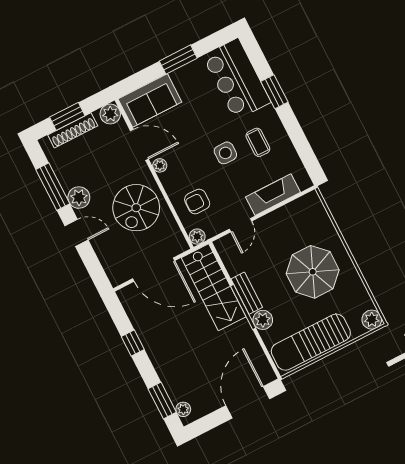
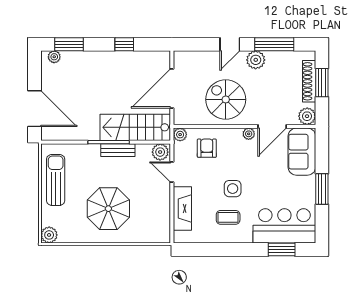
window: (274, 92) -> (282, 250), moved
plant: (263, 320) -> (160, 152), moved
sun lounger: (311, 342) -> (56, 180), width x0.73, depth x0.75

